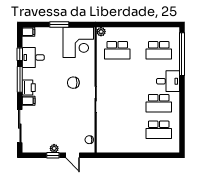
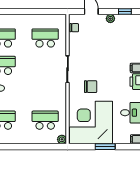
corner desk: (78, 42) -> (91, 123), width x1.36, depth x1.36
school desk: (117, 130) -> (45, 38), added
window: (53, 155) -> (125, 11), moved

